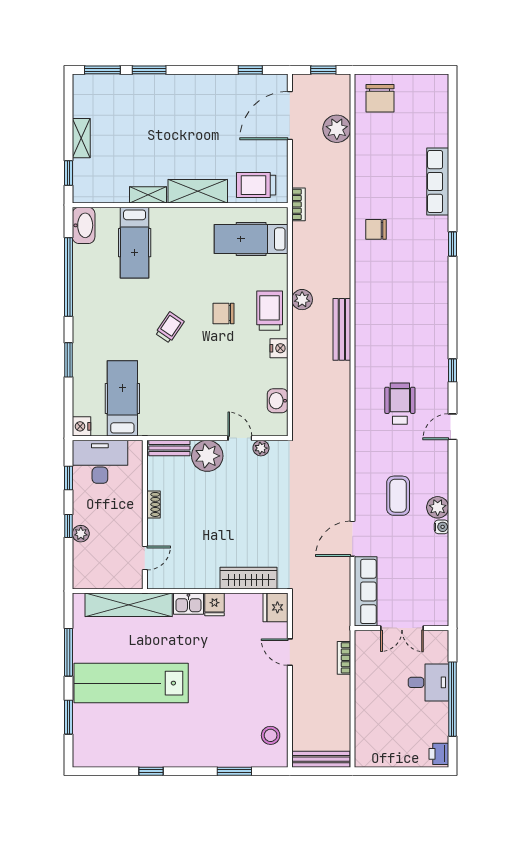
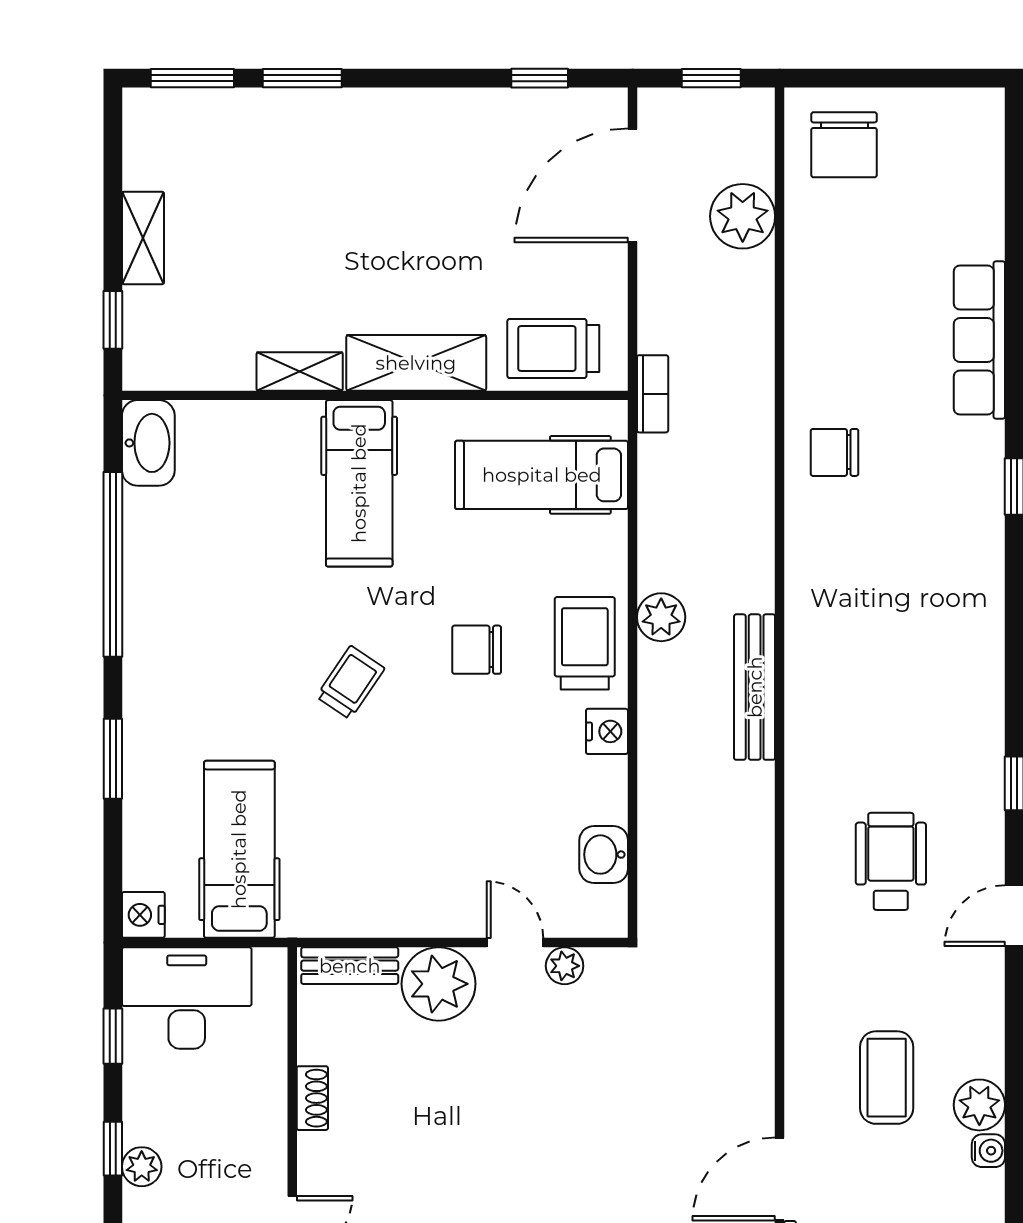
hospital bed: (135, 243) -> (359, 483), moved

